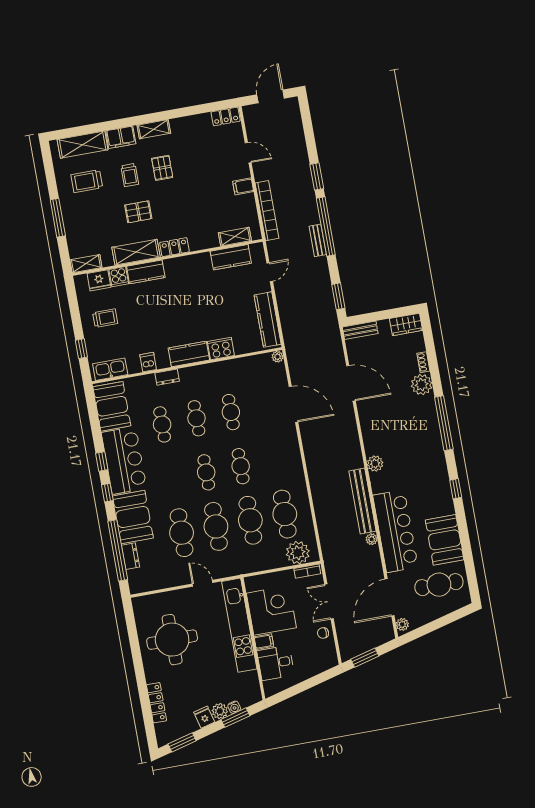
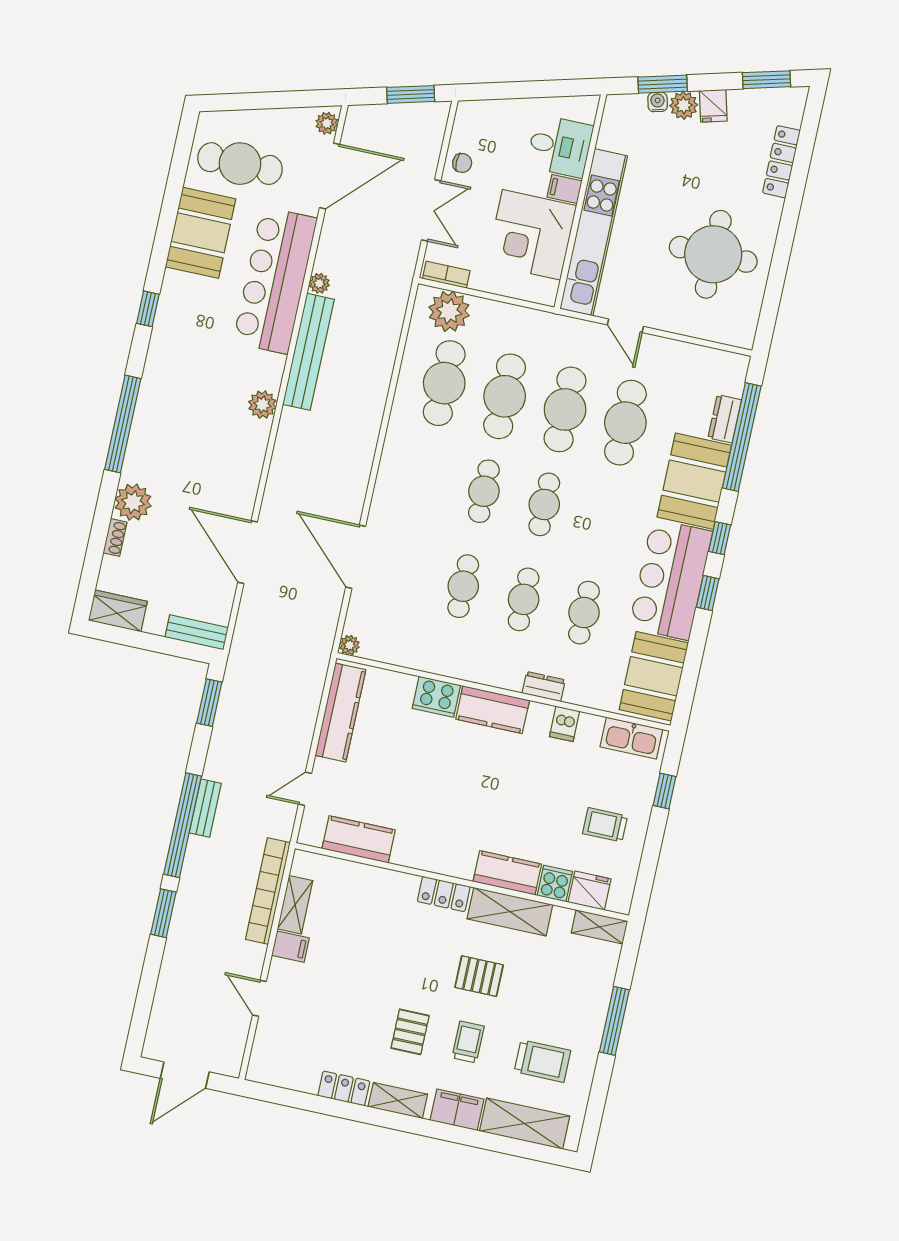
locker: (226, 116) -> (344, 1088), moved
shelving: (235, 237) -> (295, 905), moved, turned 90

